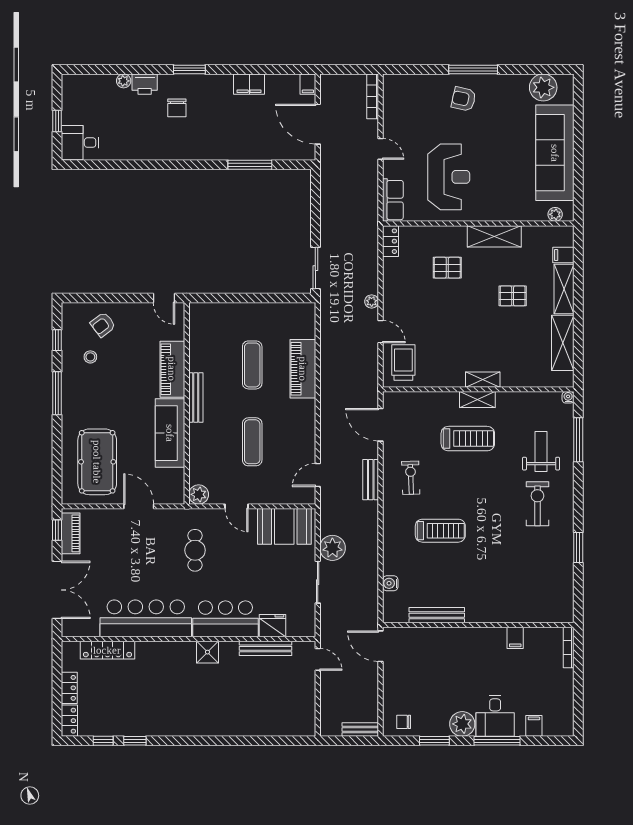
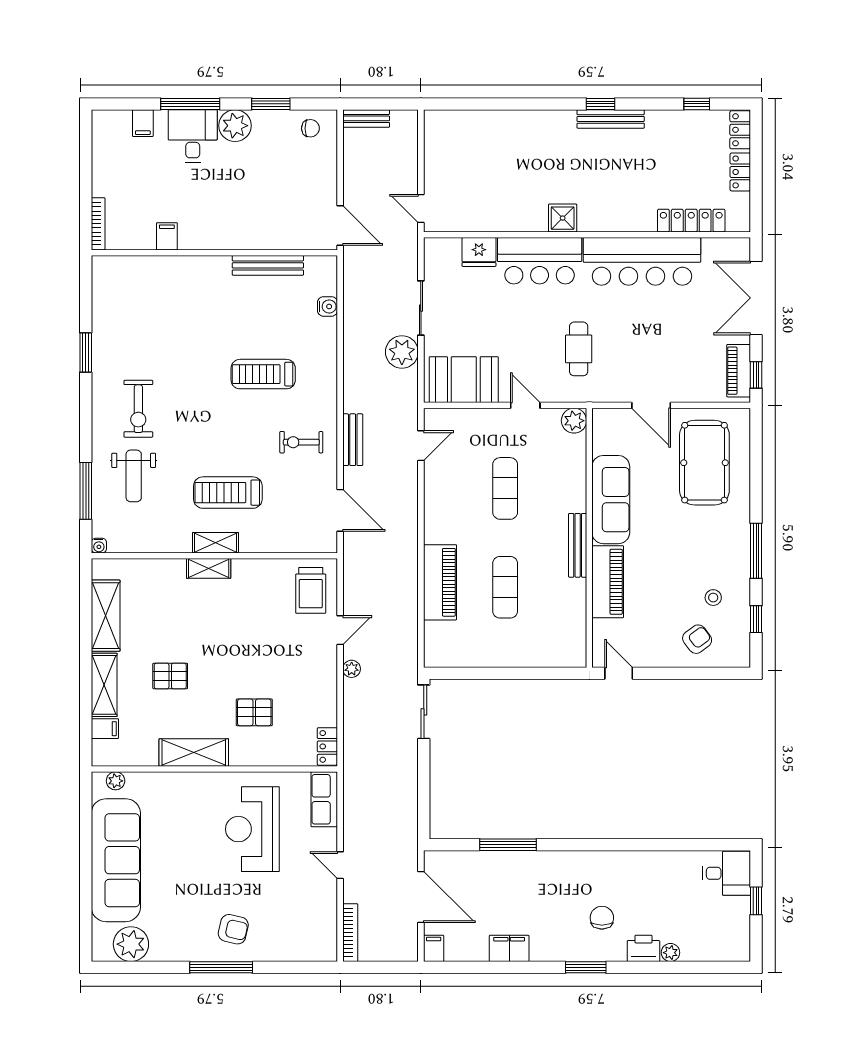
door: (381, 332) -> (340, 630), swing flipped
exercise bike: (411, 478) -> (301, 442), turned 92
bench: (266, 648) -> (611, 119), moved
window: (135, 741) -> (601, 104), moved

